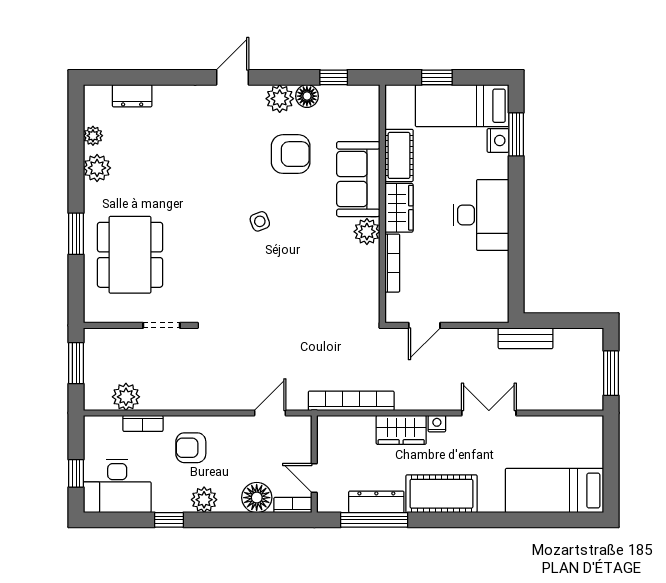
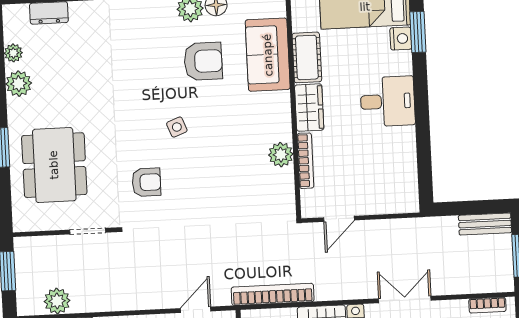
sofa: (358, 179) -> (268, 55), moved
desk: (481, 215) -> (388, 101), width x0.73
plant: (367, 232) -> (281, 155), moved
armchair: (225, 277) -> (146, 182), added
bench: (526, 338) -> (485, 224), moved
bookcase: (575, 423) -> (487, 305), added

